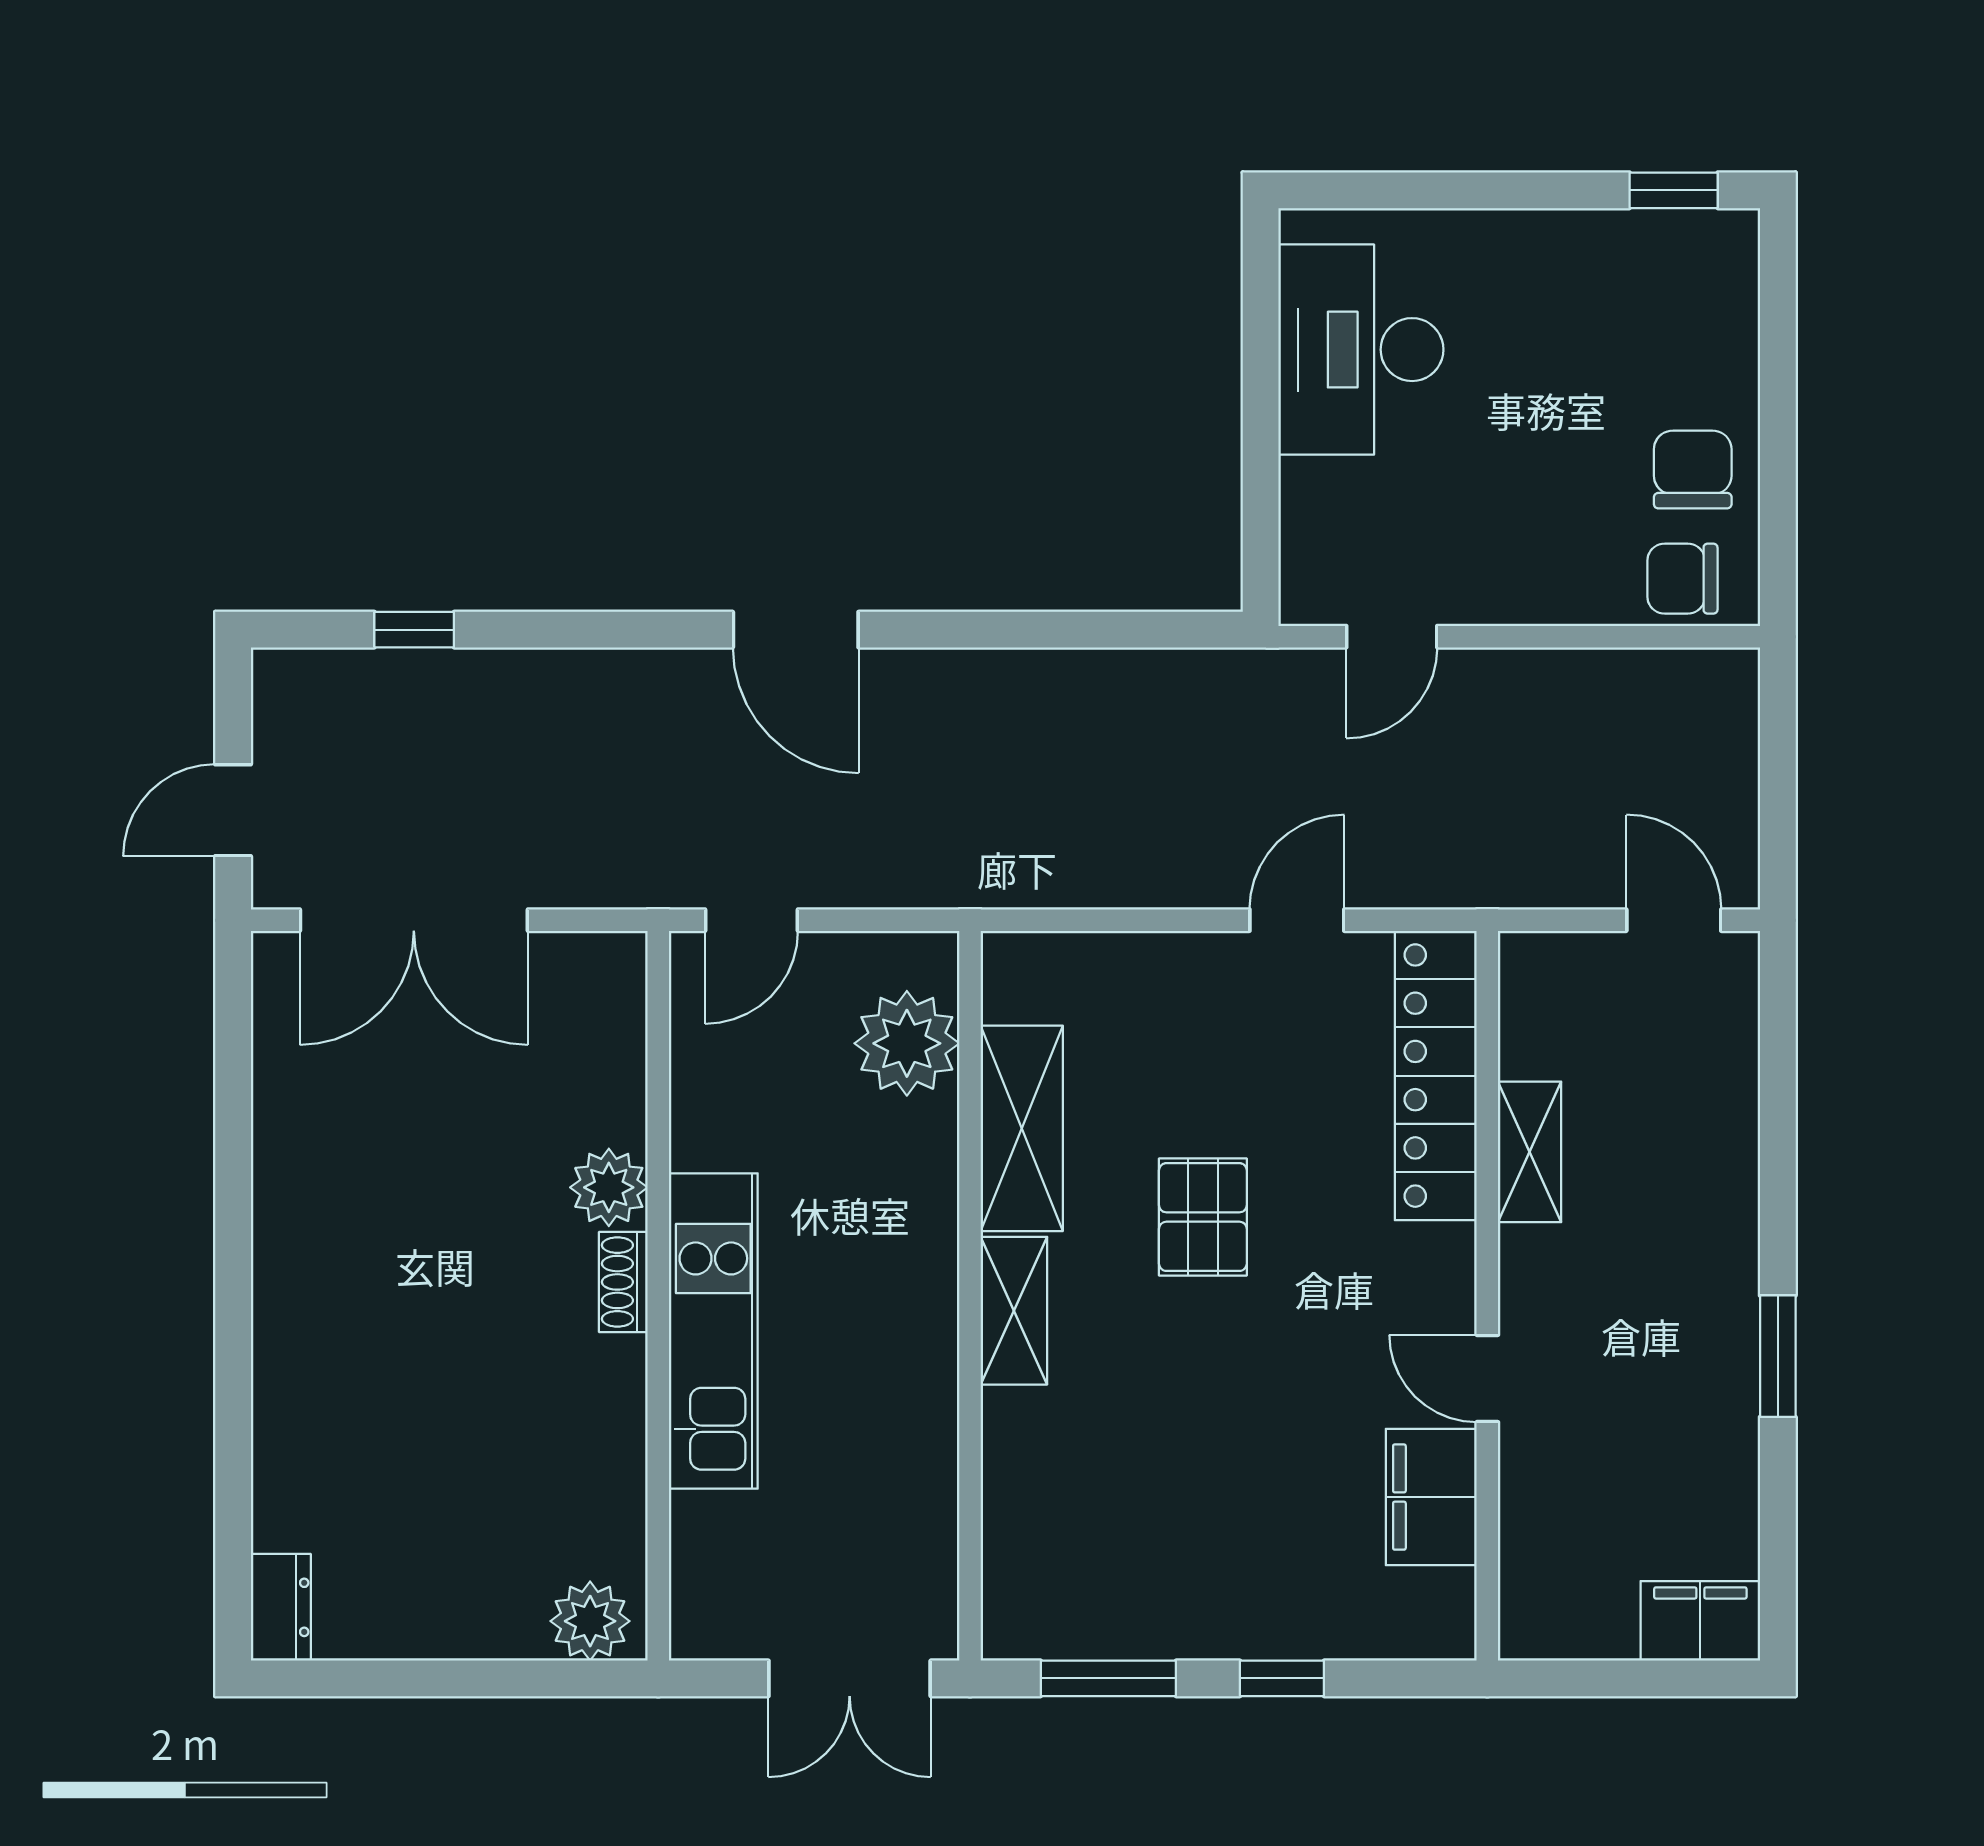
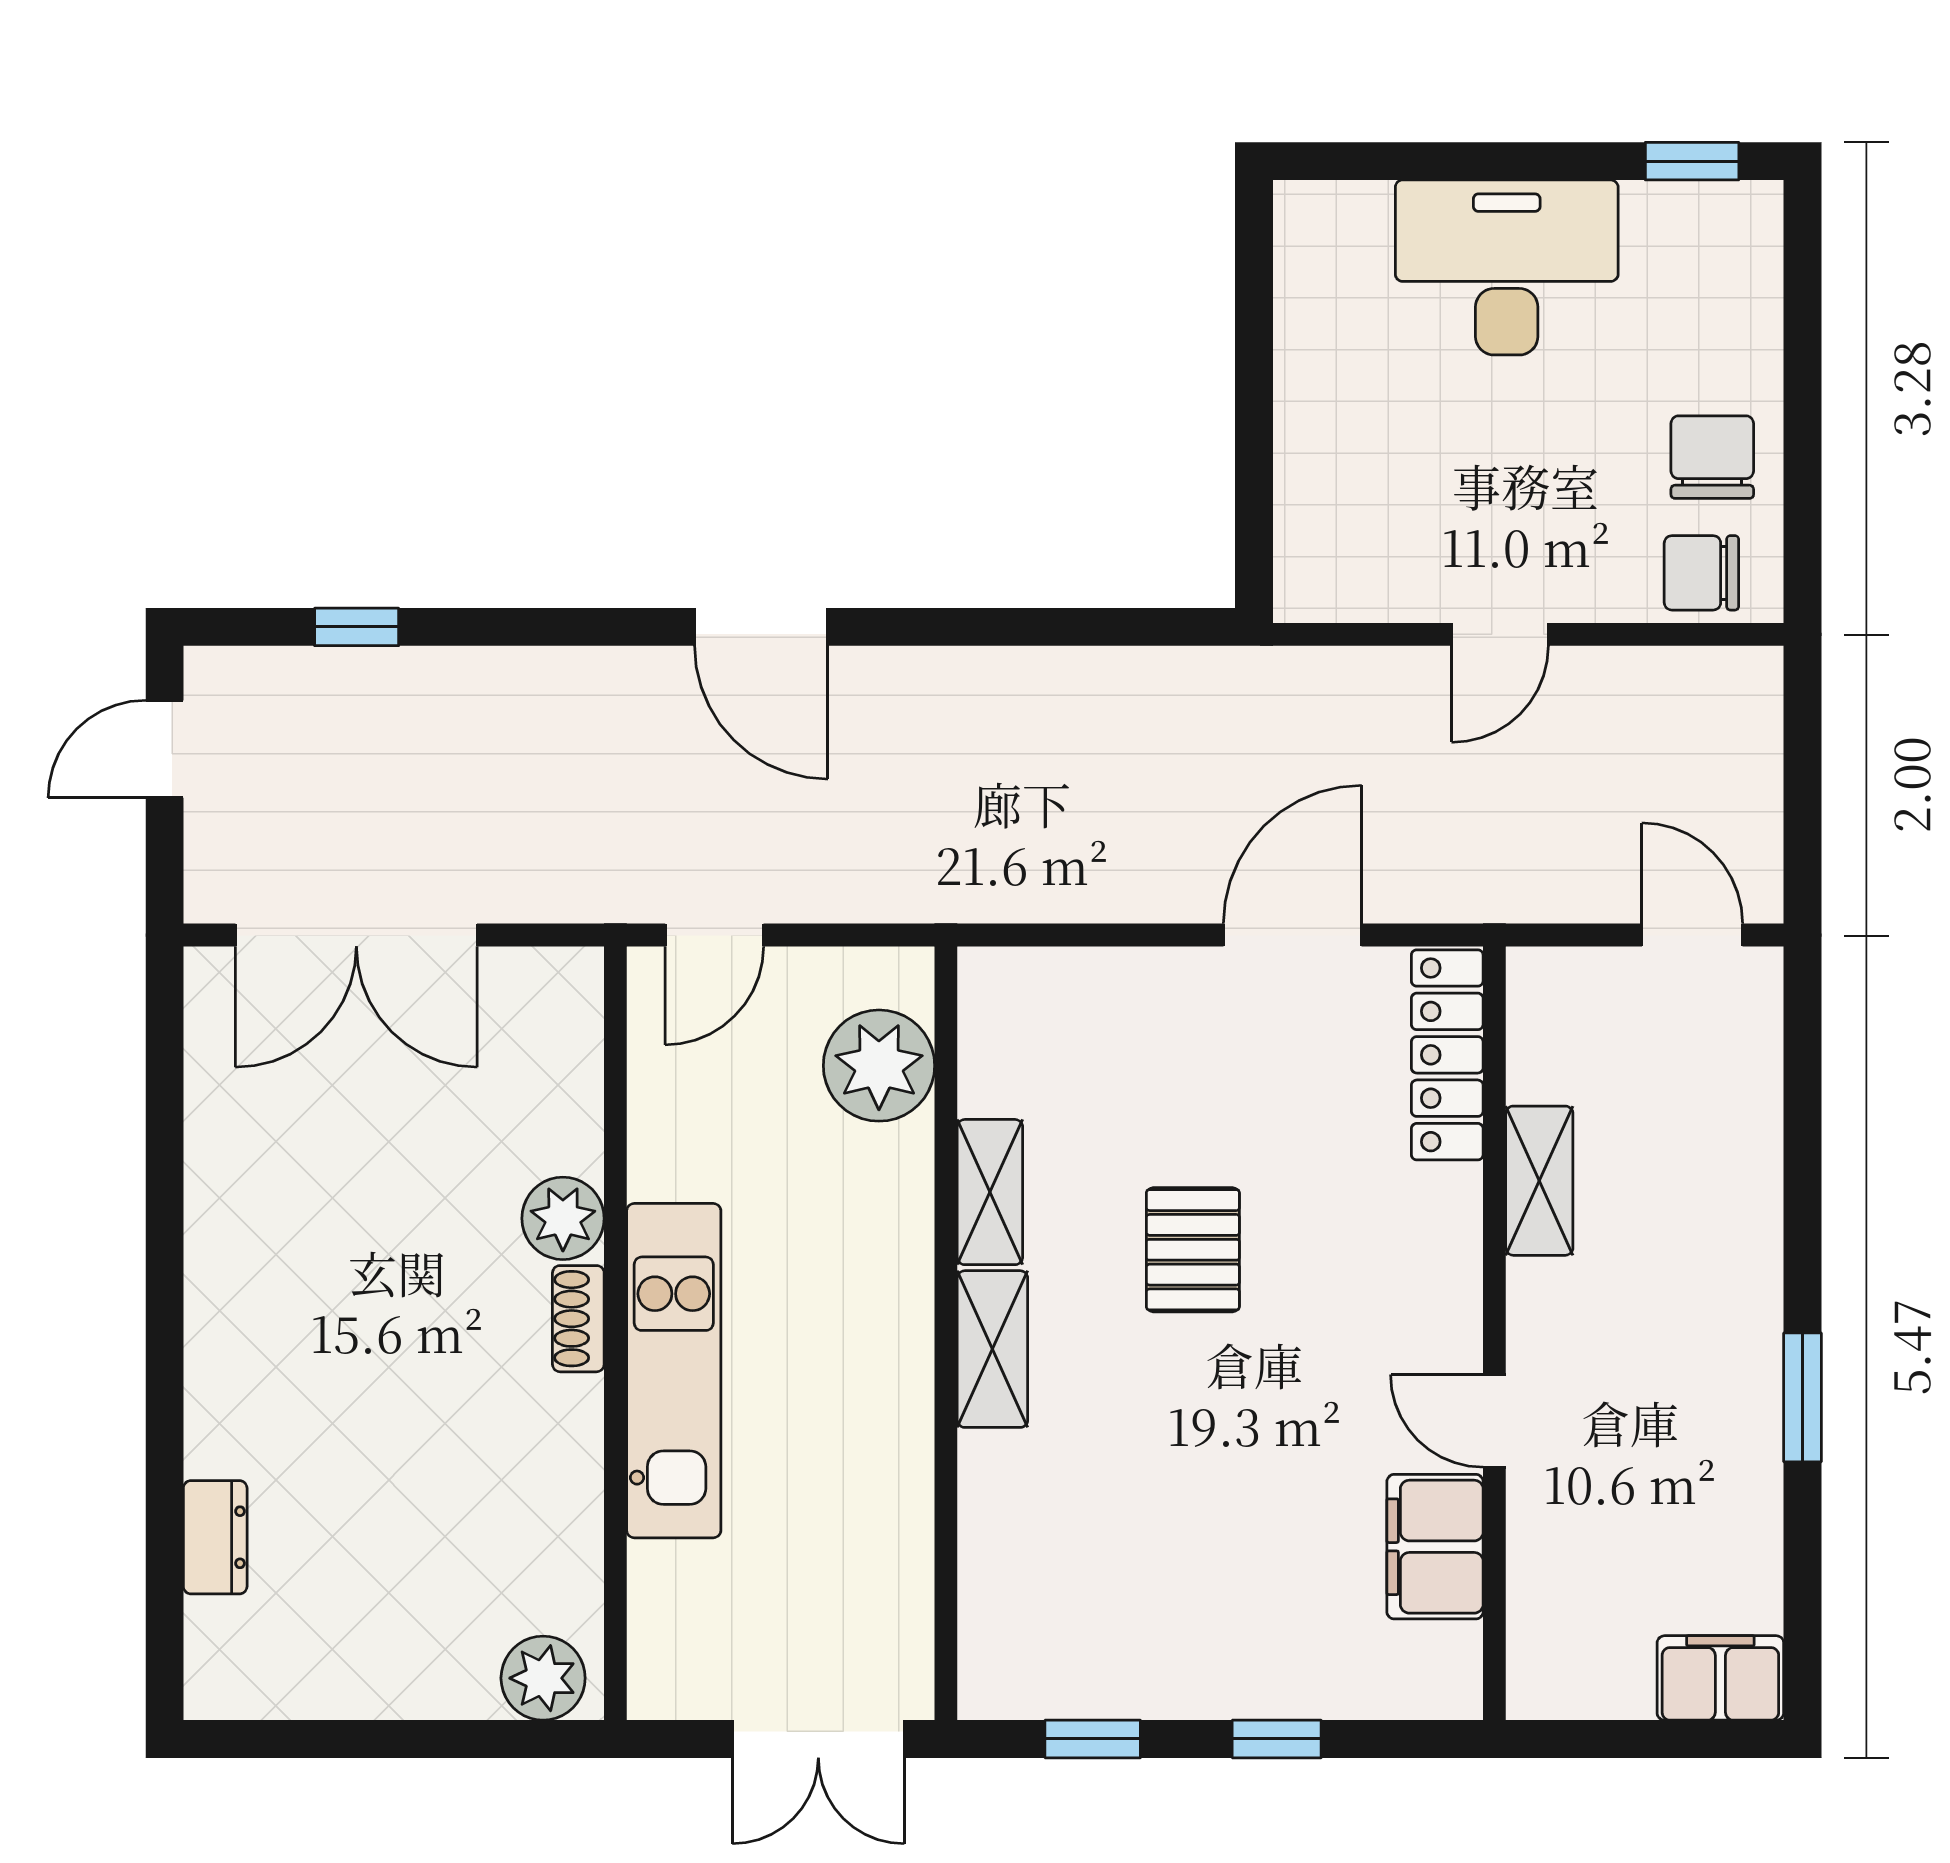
desk: (1361, 350) -> (1507, 267), moved, turned 90
door: (1392, 637) -> (1500, 634), moved
door: (233, 810) -> (165, 749), moved
door: (1297, 920) -> (1293, 935), width x1.38
locker: (1436, 1076) -> (1447, 1055), width x0.71, depth x0.83
shelving: (1022, 1128) -> (990, 1192), width x0.67, depth x0.75
dresser: (281, 1607) -> (215, 1537), moved
window: (1108, 1678) -> (1093, 1739), width x0.67

